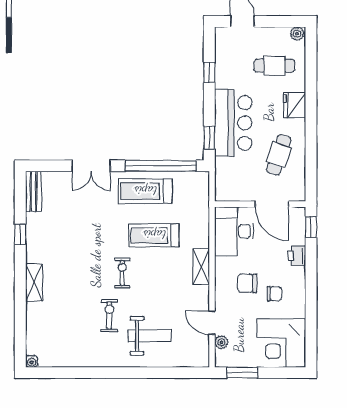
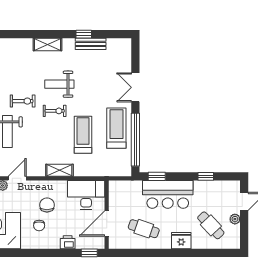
plant: (297, 34) -> (235, 219), moved
cafe table: (274, 66) -> (211, 225), turned -43
bench: (33, 191) -> (91, 44), moved
weight bench: (87, 267) -> (59, 84), added

